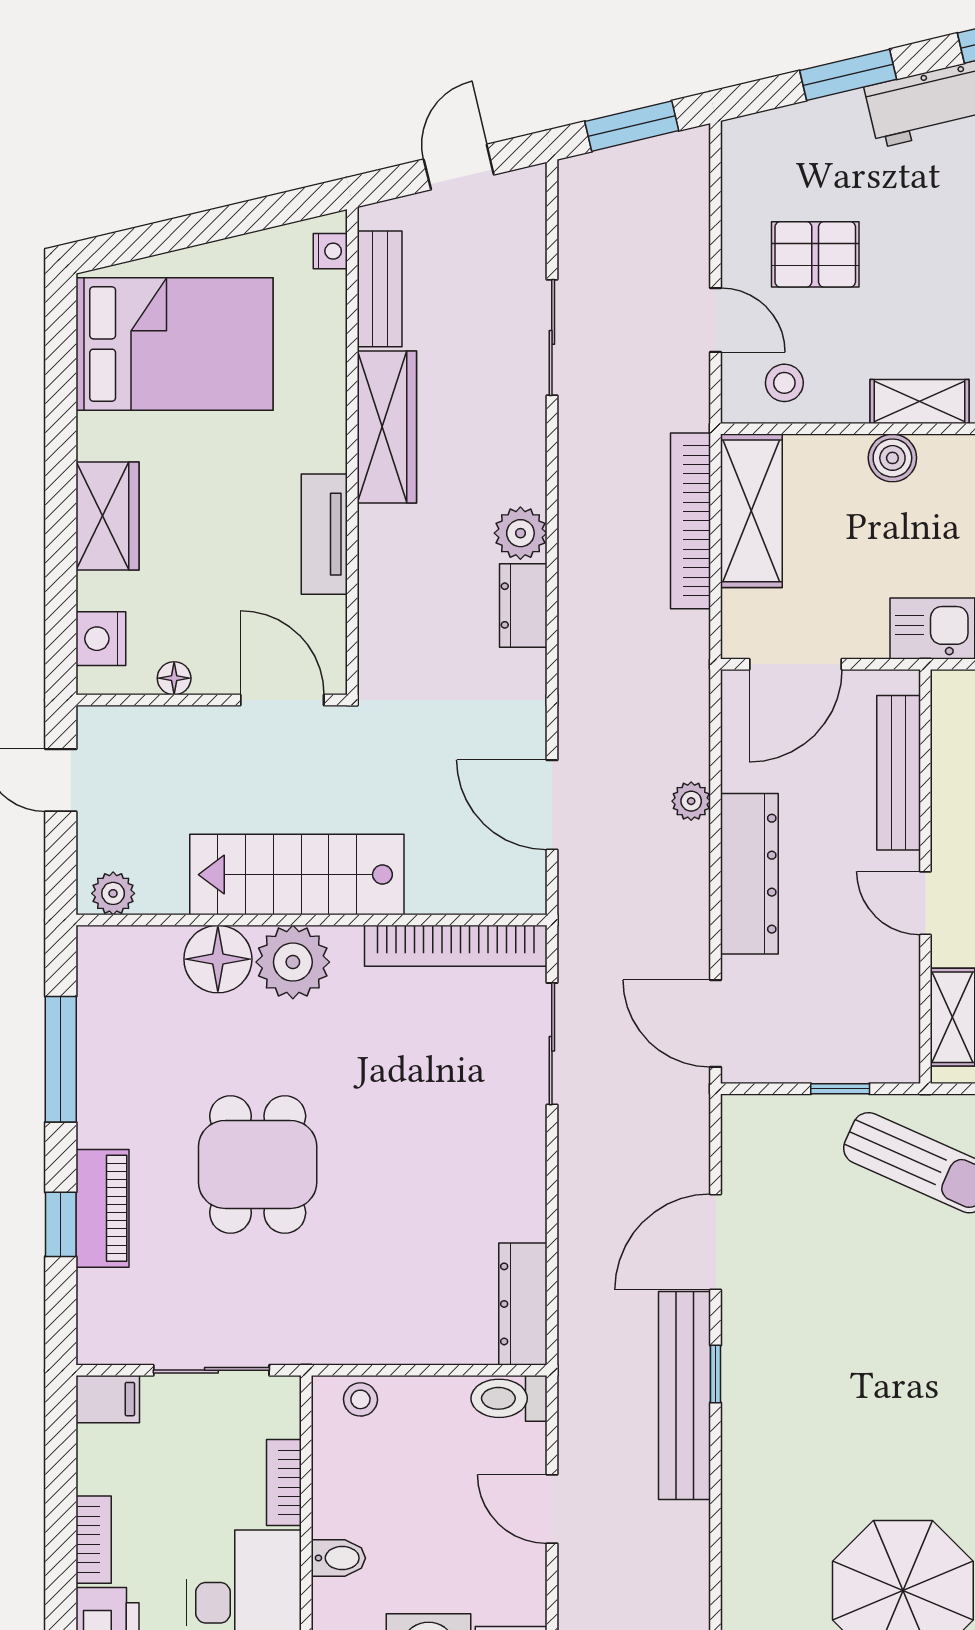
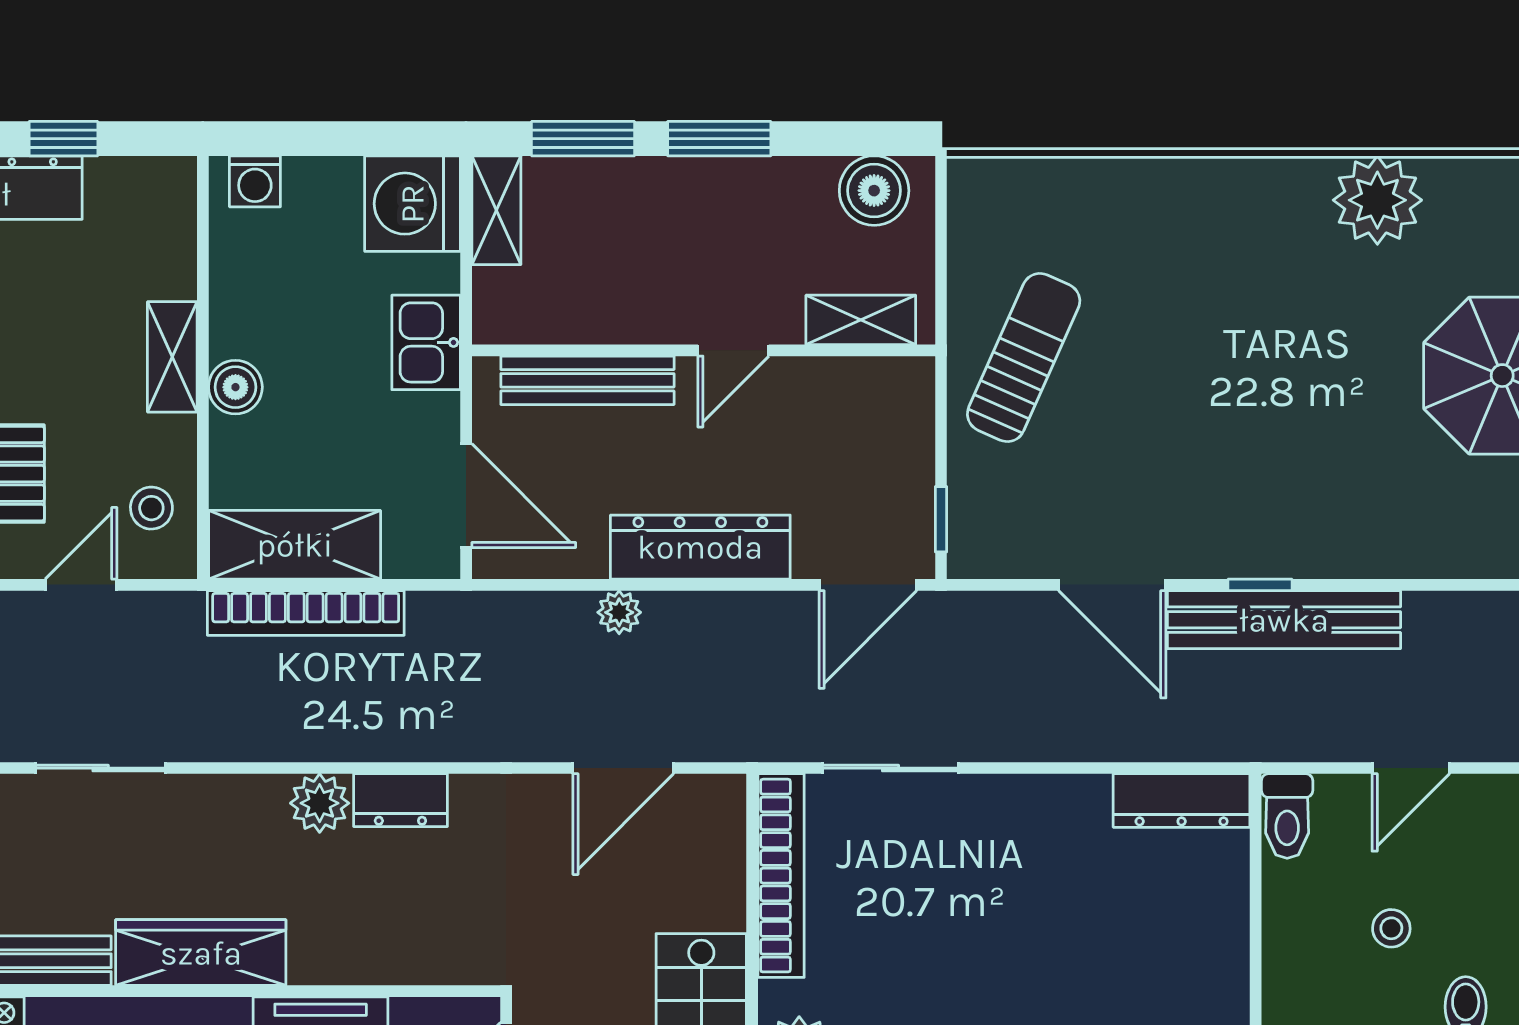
window: (840, 1089) -> (941, 519), moved
stool: (360, 1399) -> (1391, 928), moved

